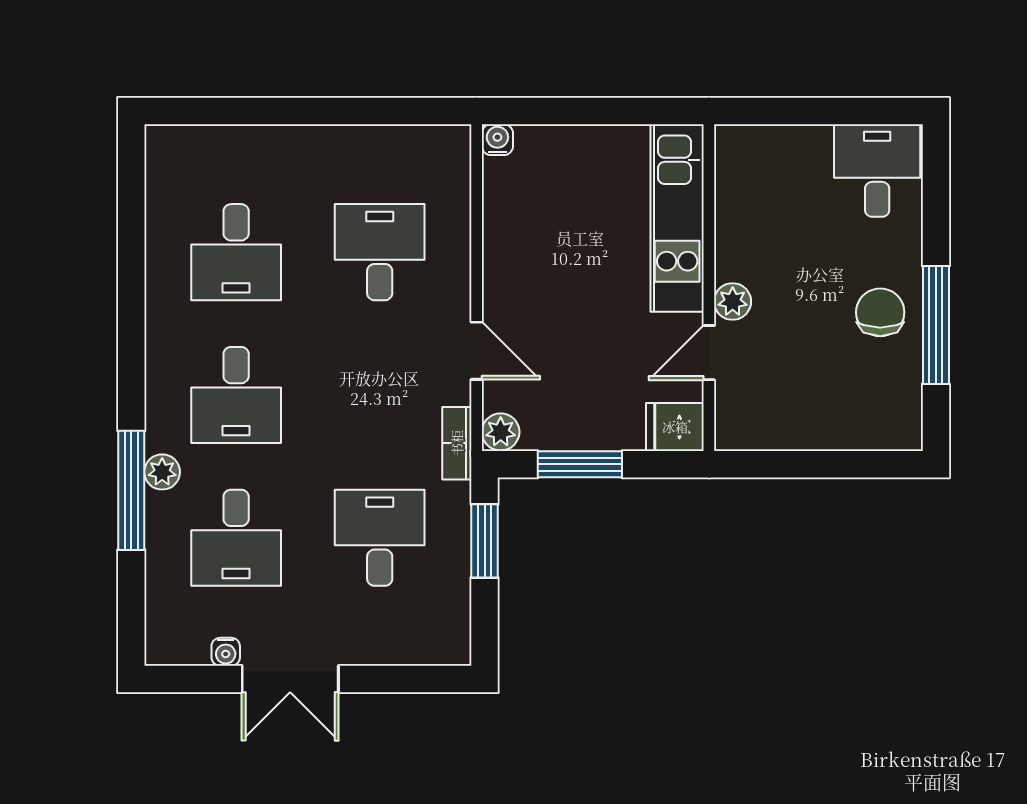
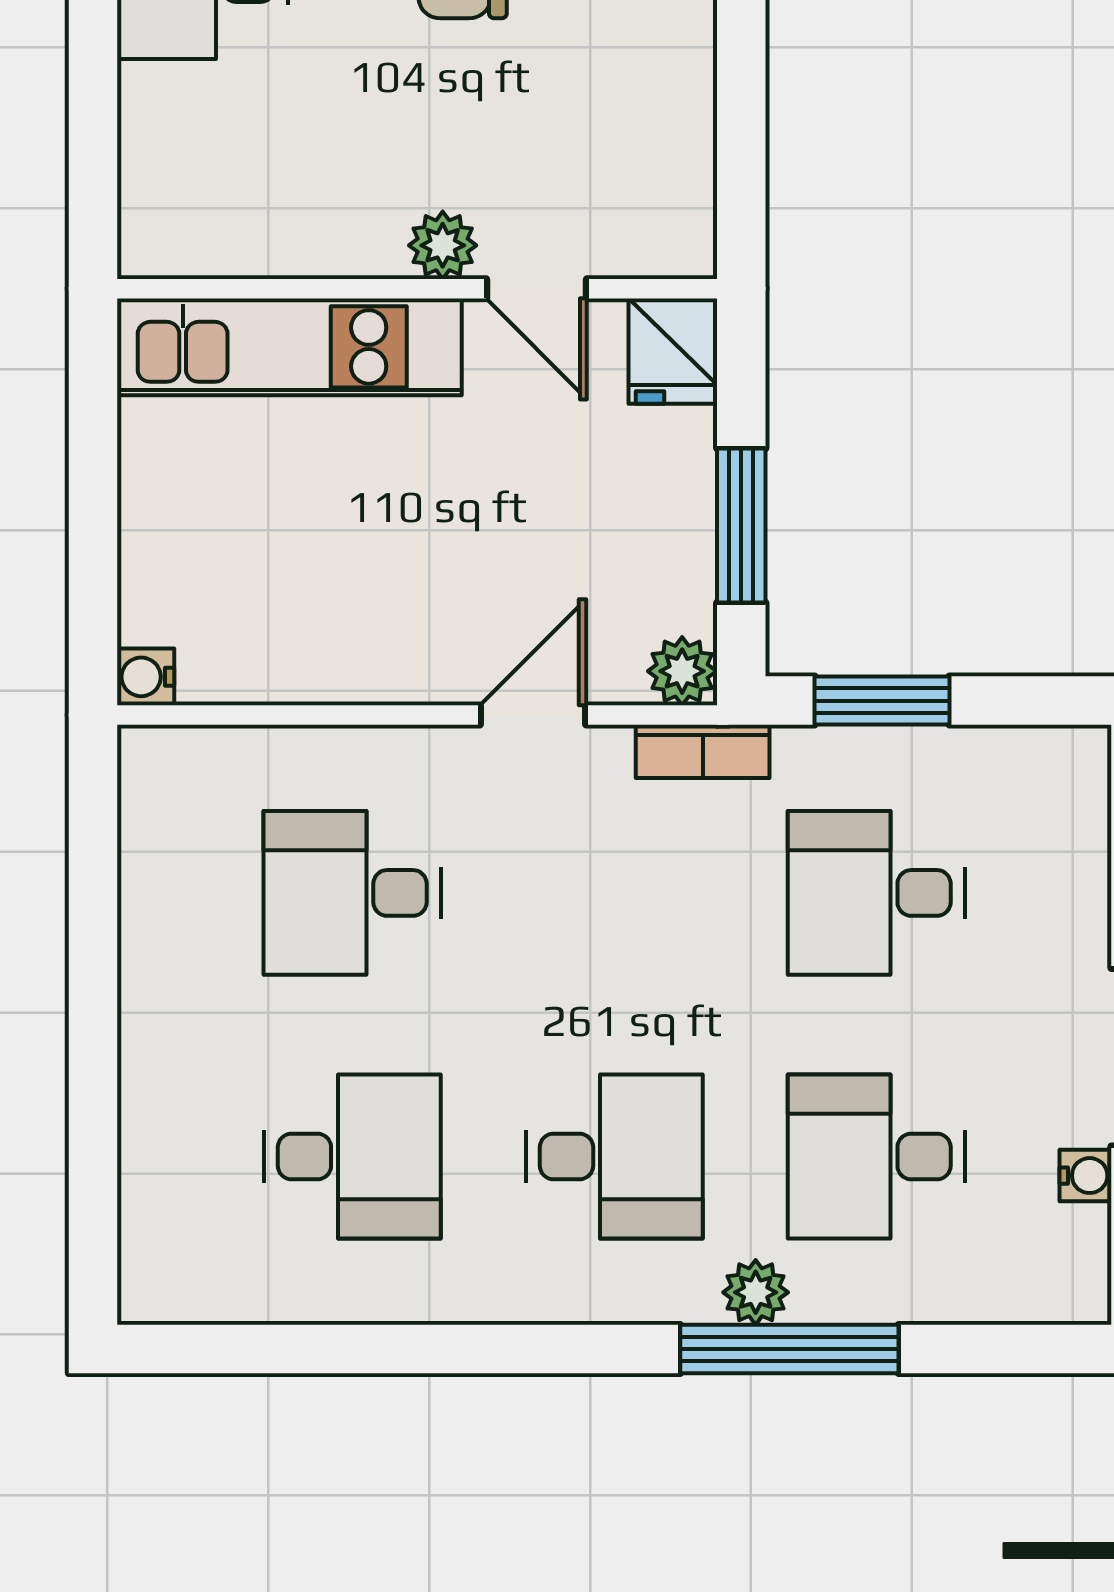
desk: (236, 538) -> (876, 1157), turned 180

